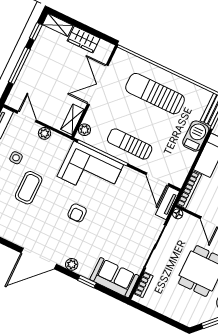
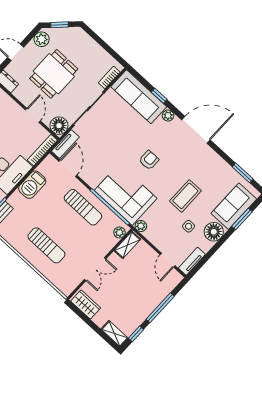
wardrobe: (84, 40) -> (86, 305), moved
double door: (98, 85) -> (95, 269), width x0.73
sun lounger: (155, 94) -> (46, 245), width x0.73, depth x0.75
plant: (44, 133) -> (141, 226), moved
barbecue: (196, 136) -> (32, 185), moved
floor lamp: (178, 214) -> (59, 126), width x1.89, depth x1.89
sofa: (114, 278) -> (139, 97), width x1.36

